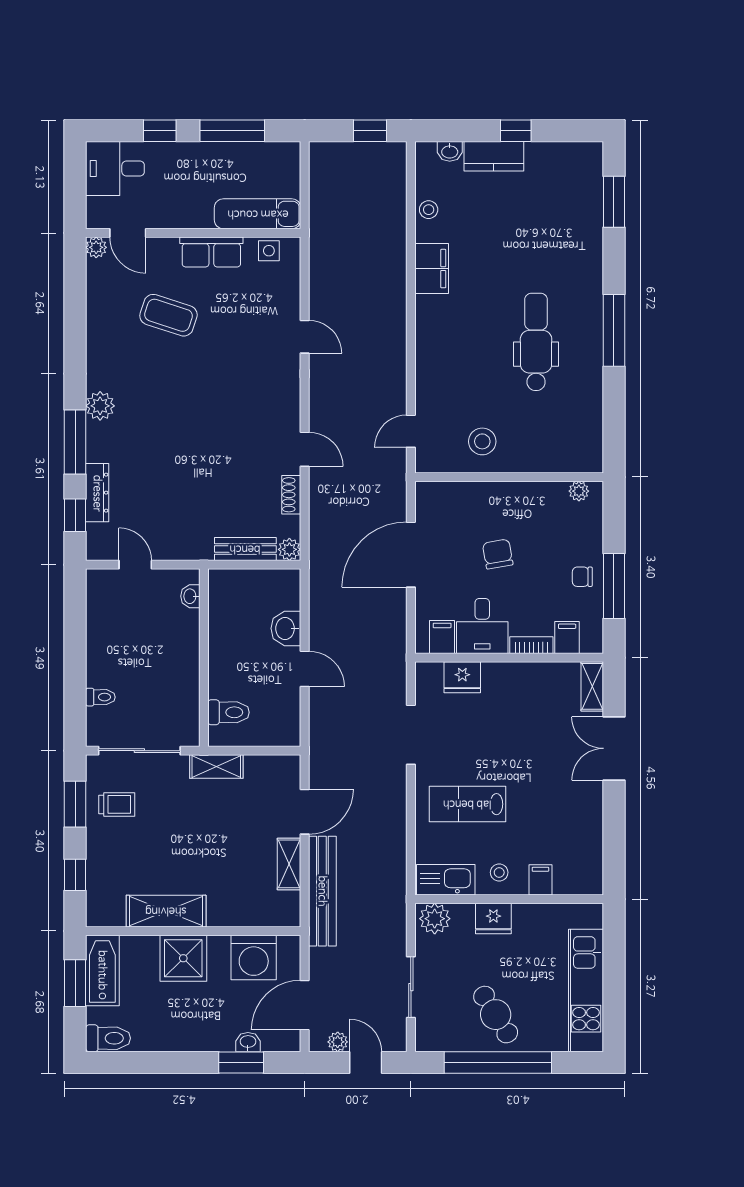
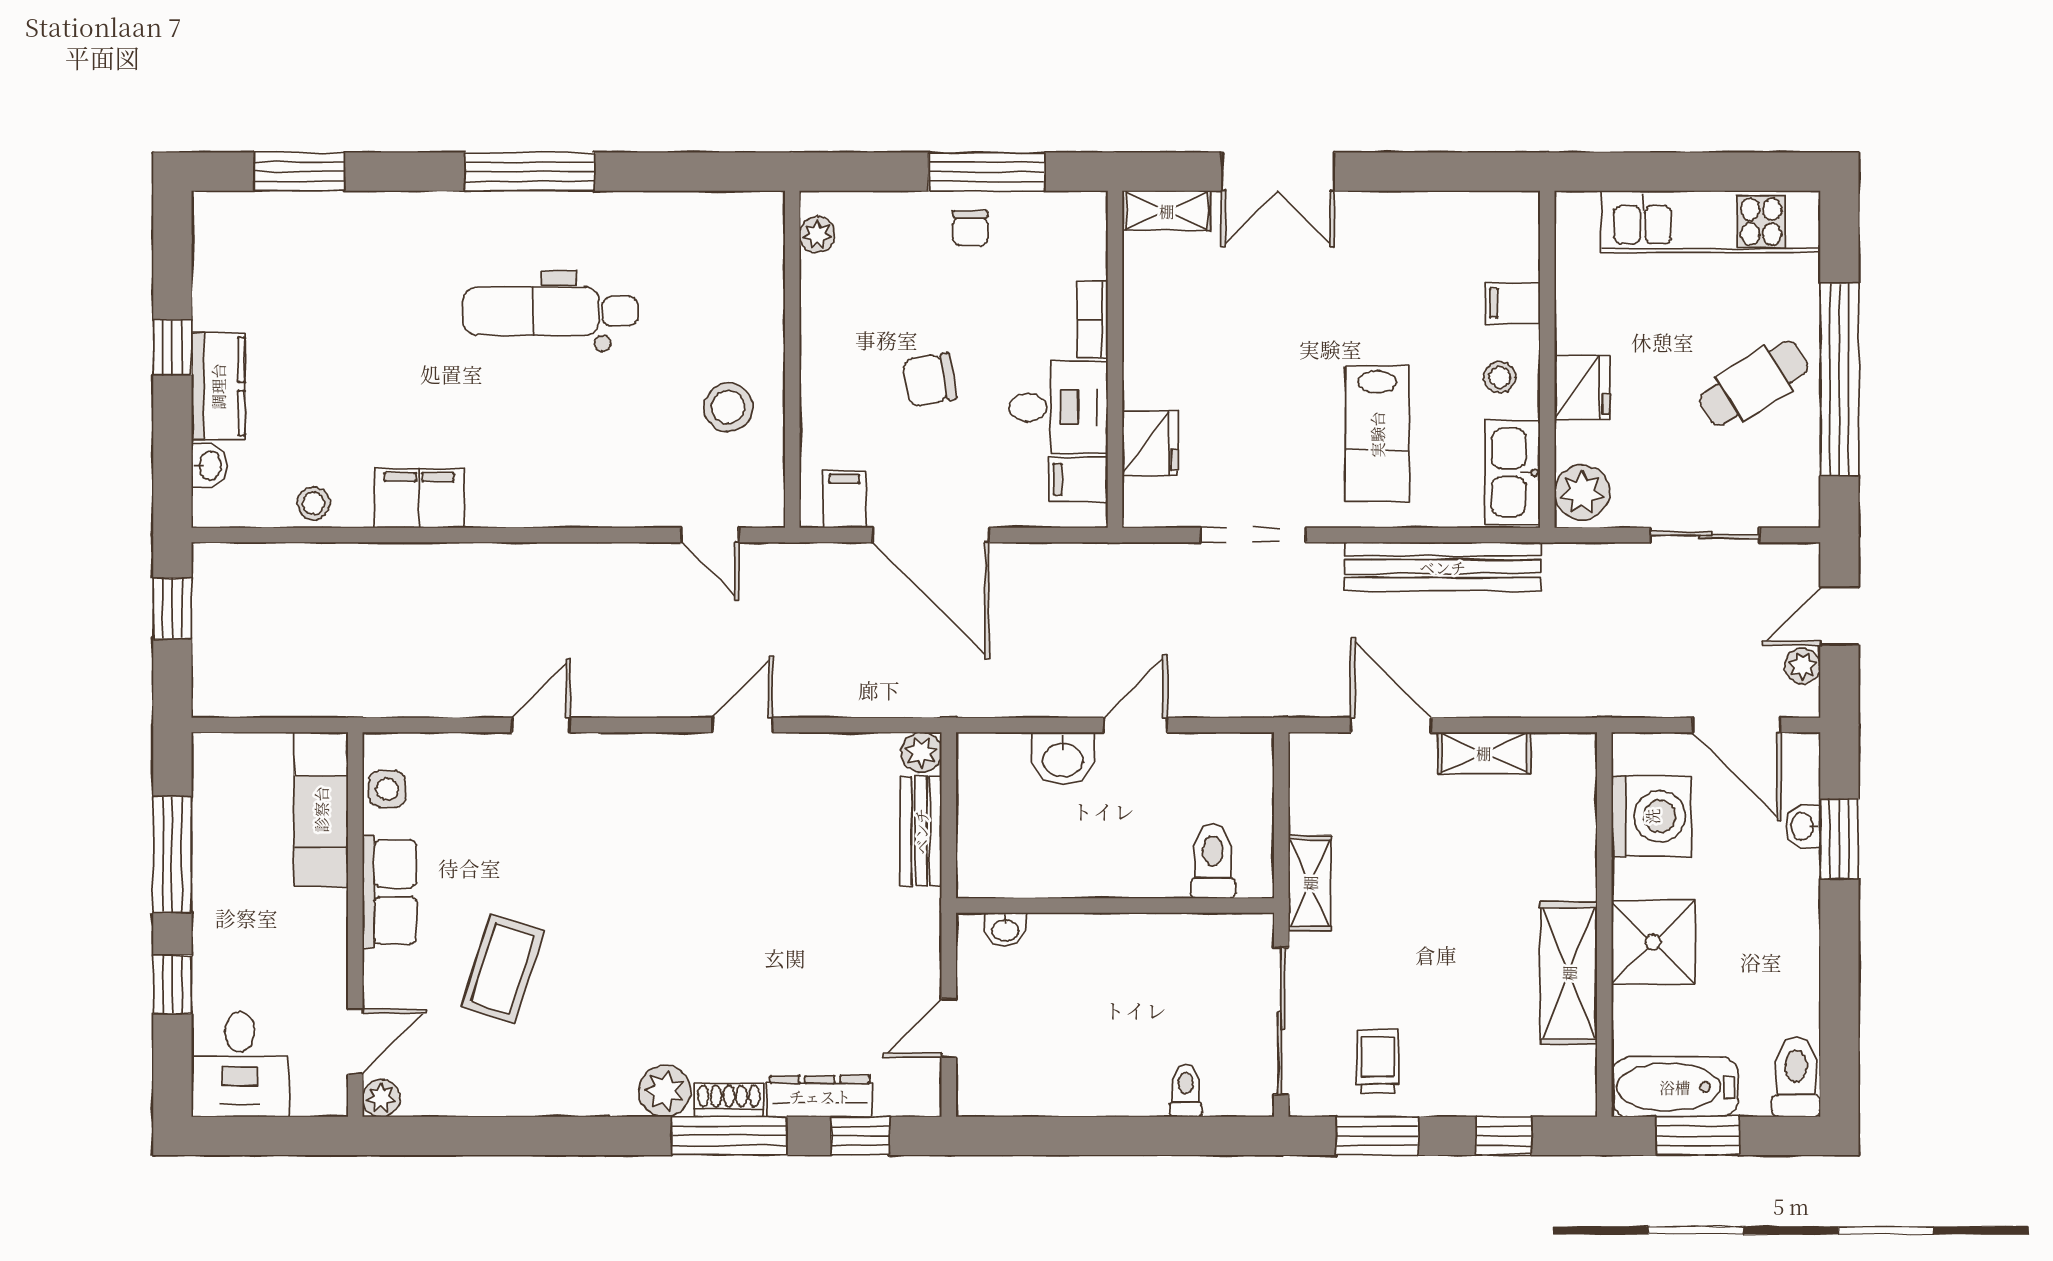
shoe rack: (291, 495) -> (729, 1100), moved, turned 180
filing cabinet: (567, 638) -> (845, 499), moved, turned 90
bench: (322, 891) -> (1443, 567), moved

